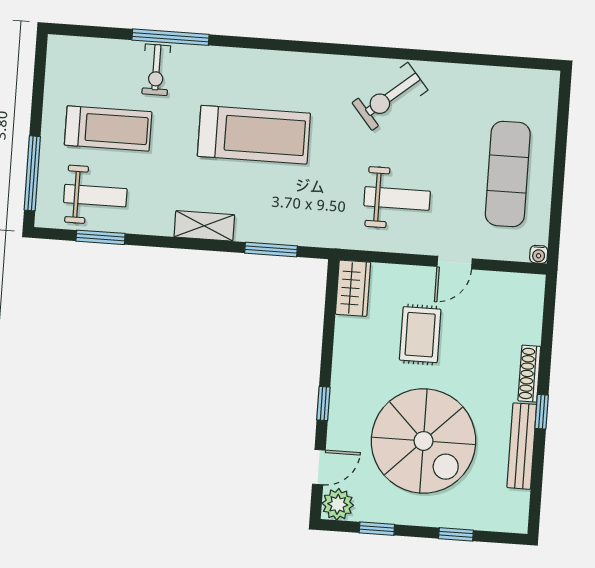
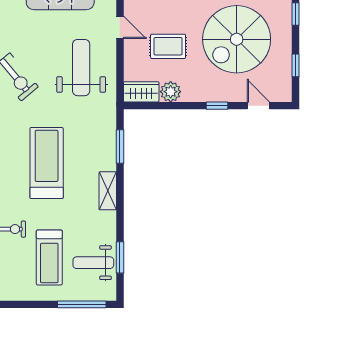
treadmill: (108, 128) -> (49, 257), turned 180
weight bench: (95, 196) -> (93, 263), turned -90
weight bench: (397, 198) -> (81, 68), width x1.36, depth x1.33
spiral stairs: (423, 441) -> (237, 39), turned 180
plant: (338, 504) -> (171, 92), moved

